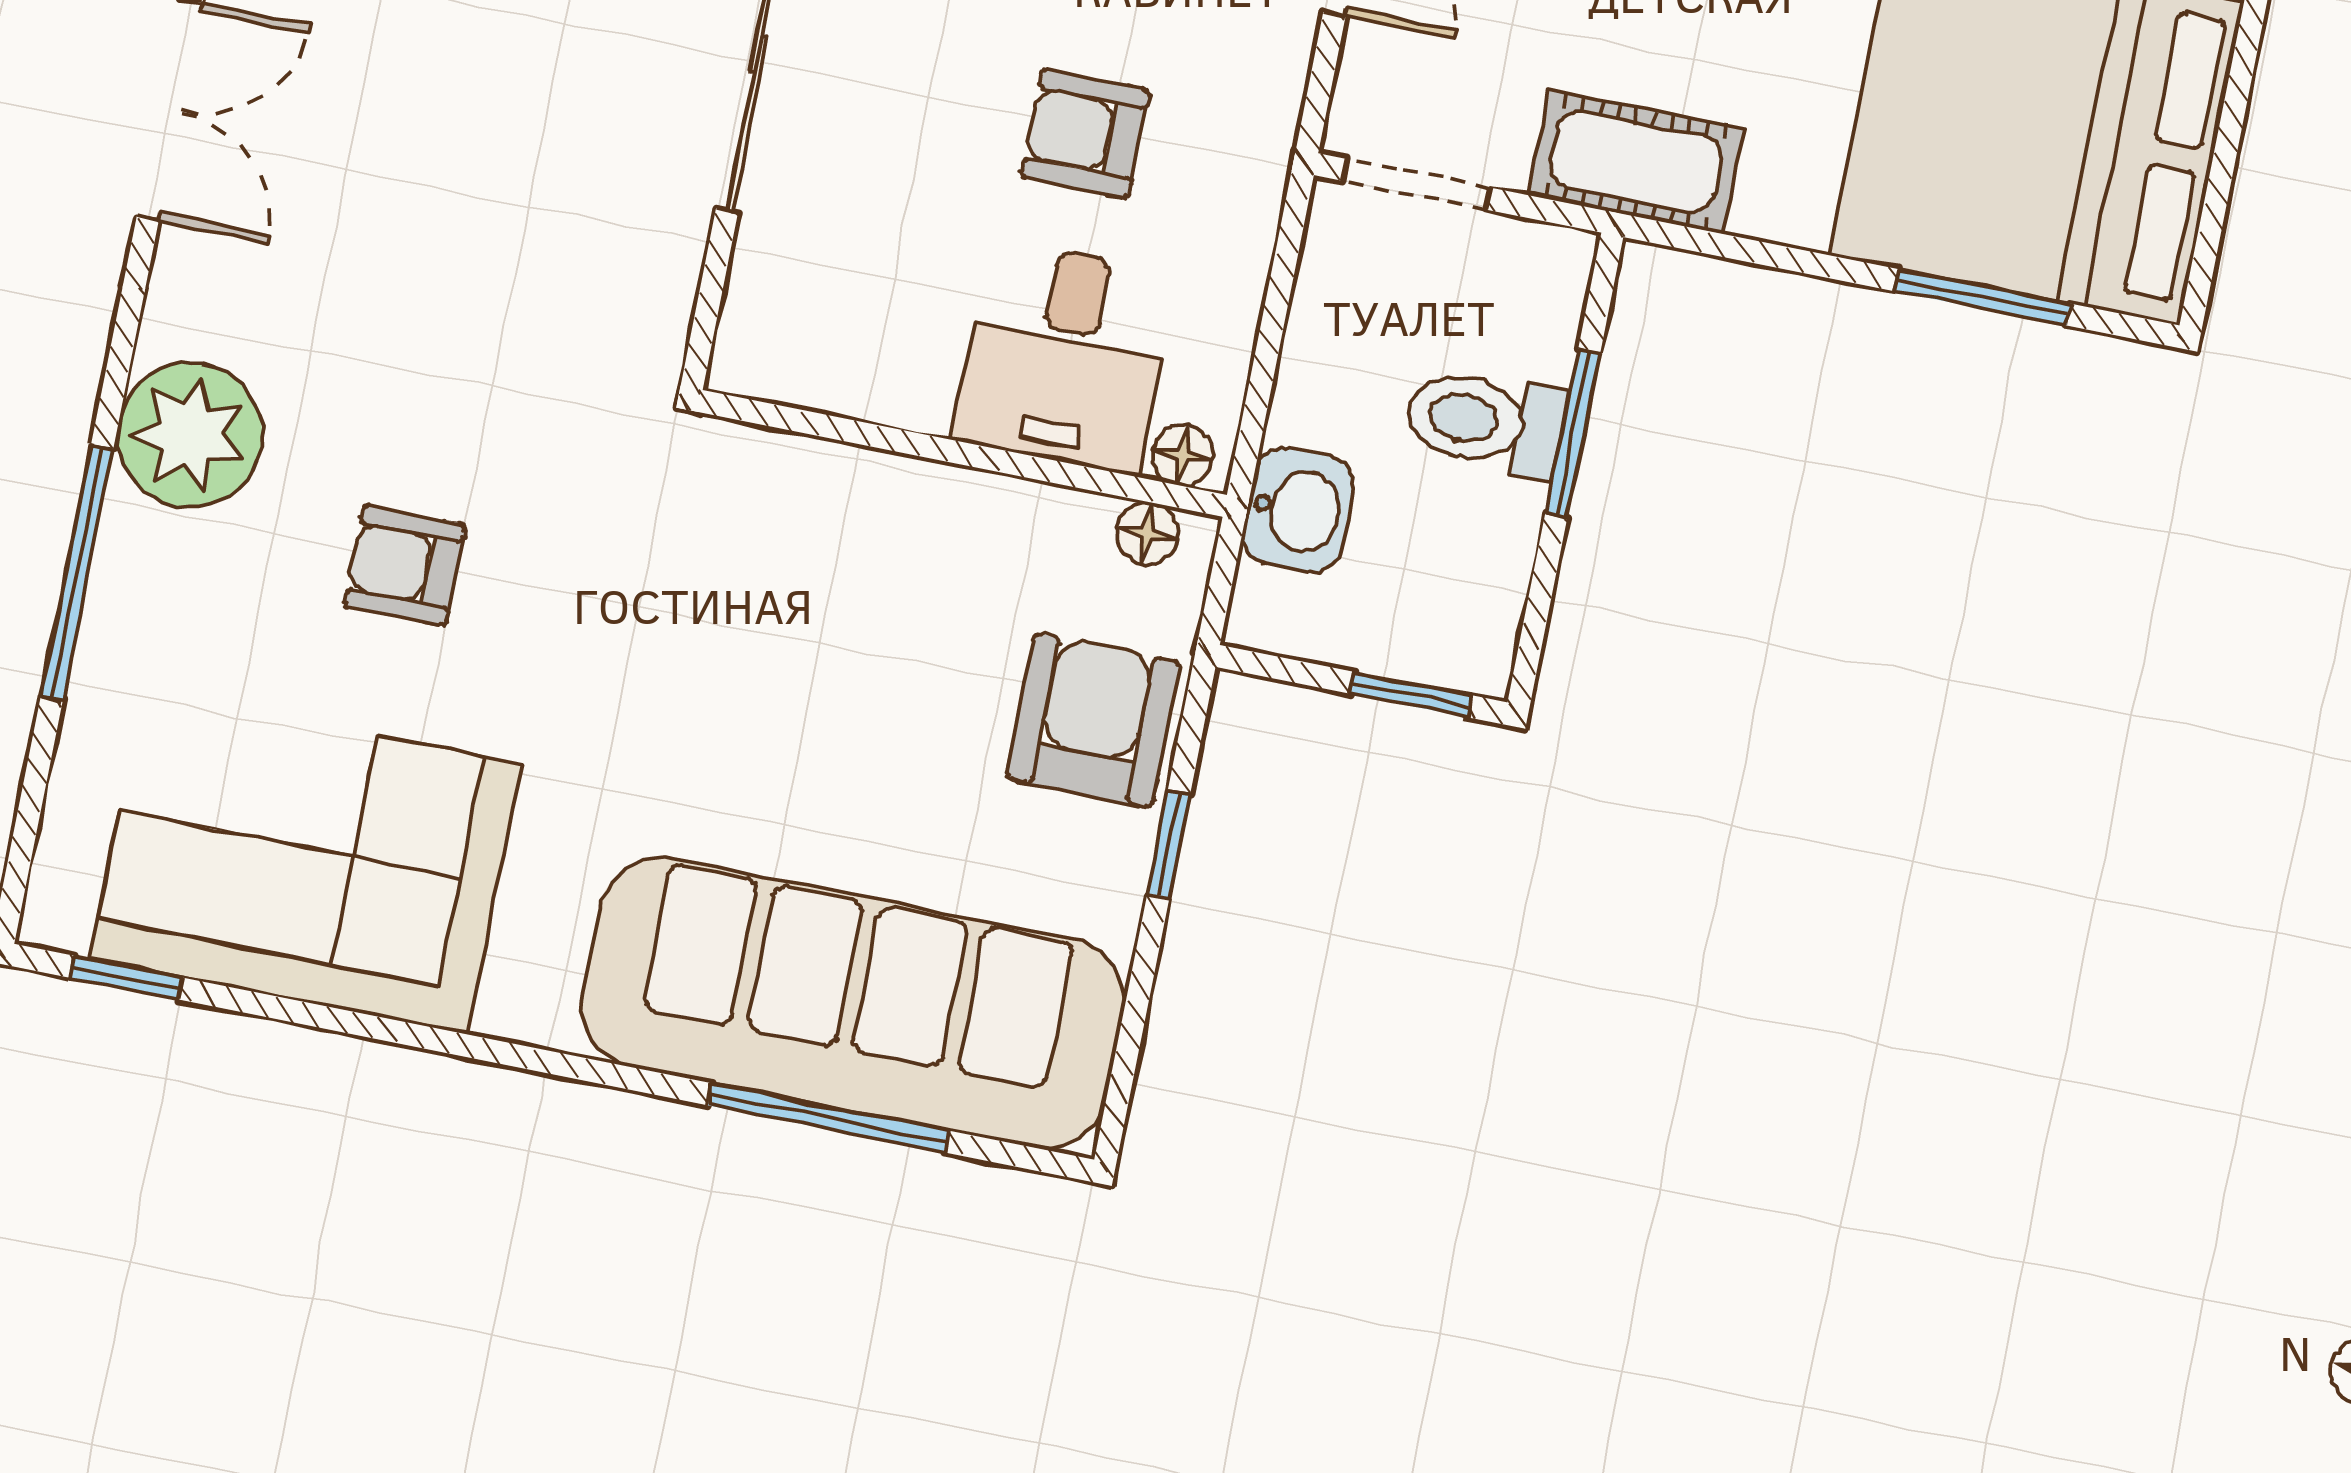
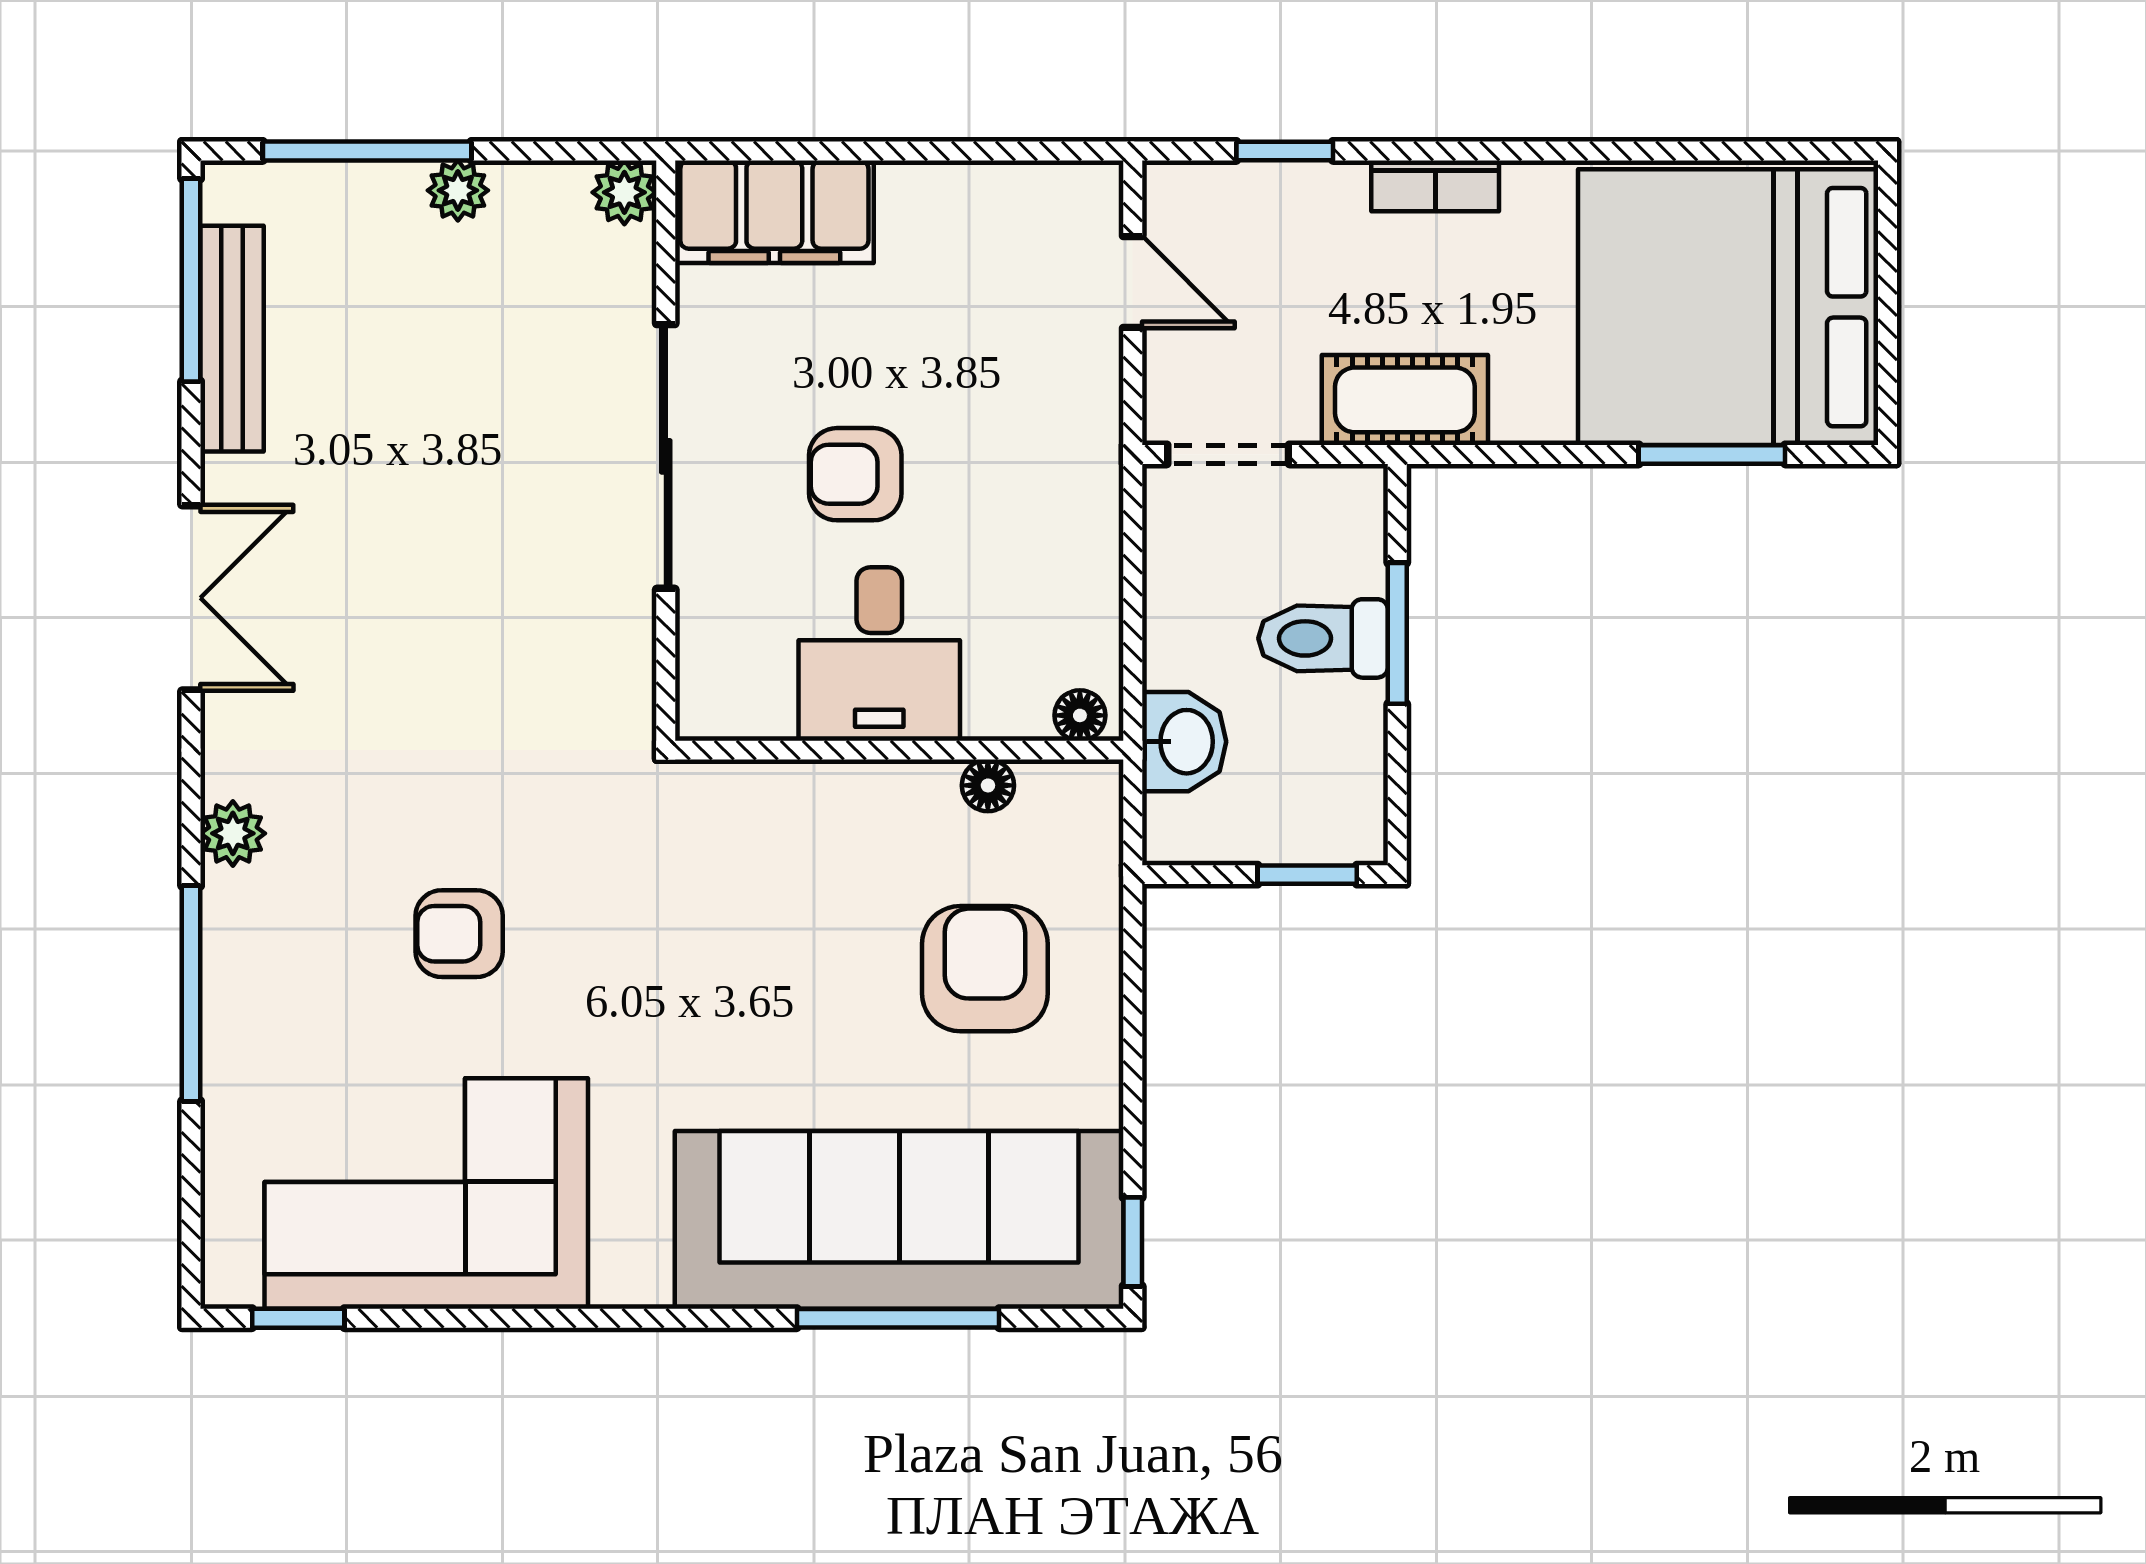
armchair: (1085, 133) -> (855, 474), moved
desk: (1065, 357) -> (879, 654), moved
plant: (190, 435) -> (233, 833), width x0.53, depth x0.53
floor lamp: (1147, 533) -> (988, 785), moved
armchair: (1093, 720) -> (985, 969), moved
window: (1169, 845) -> (1133, 1242), moved

